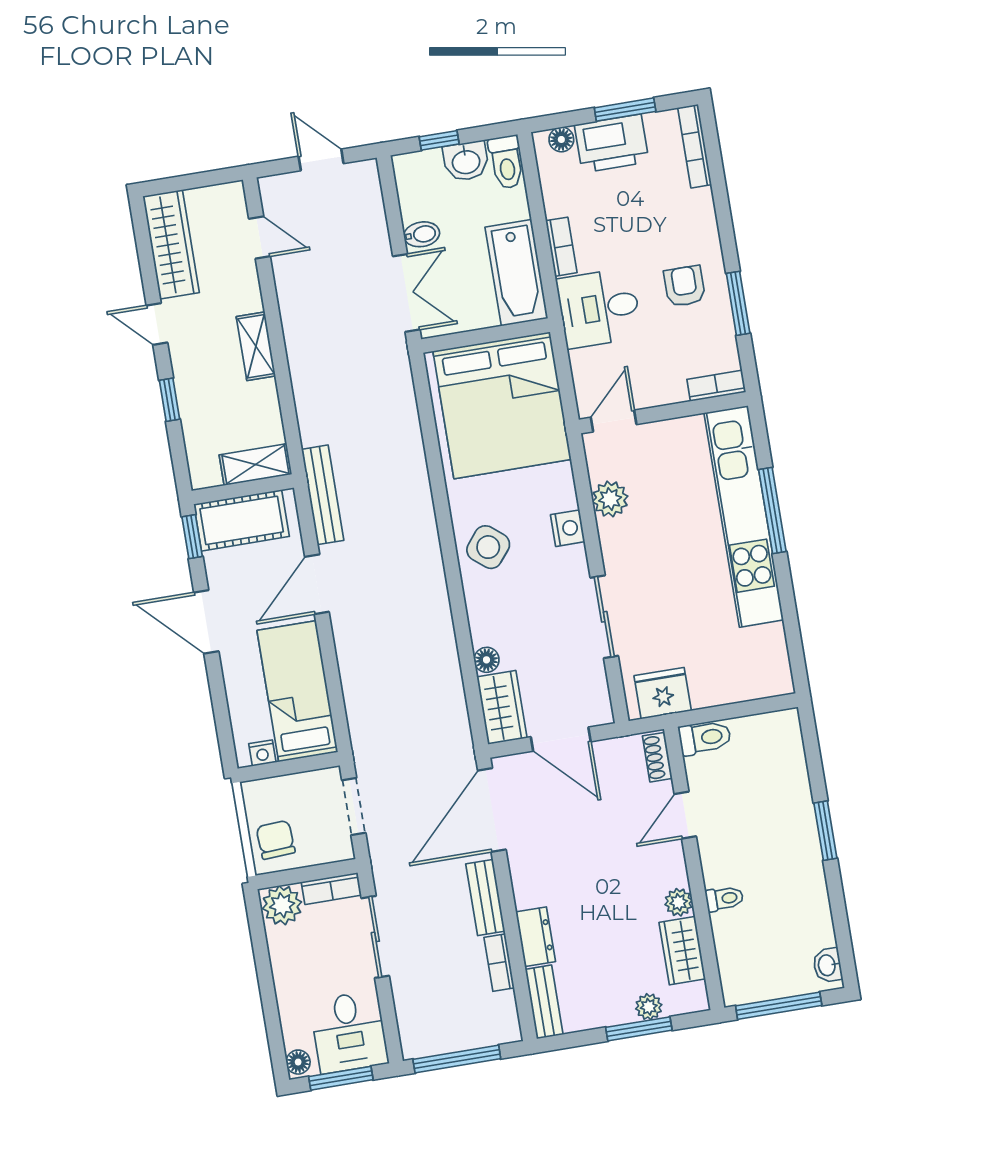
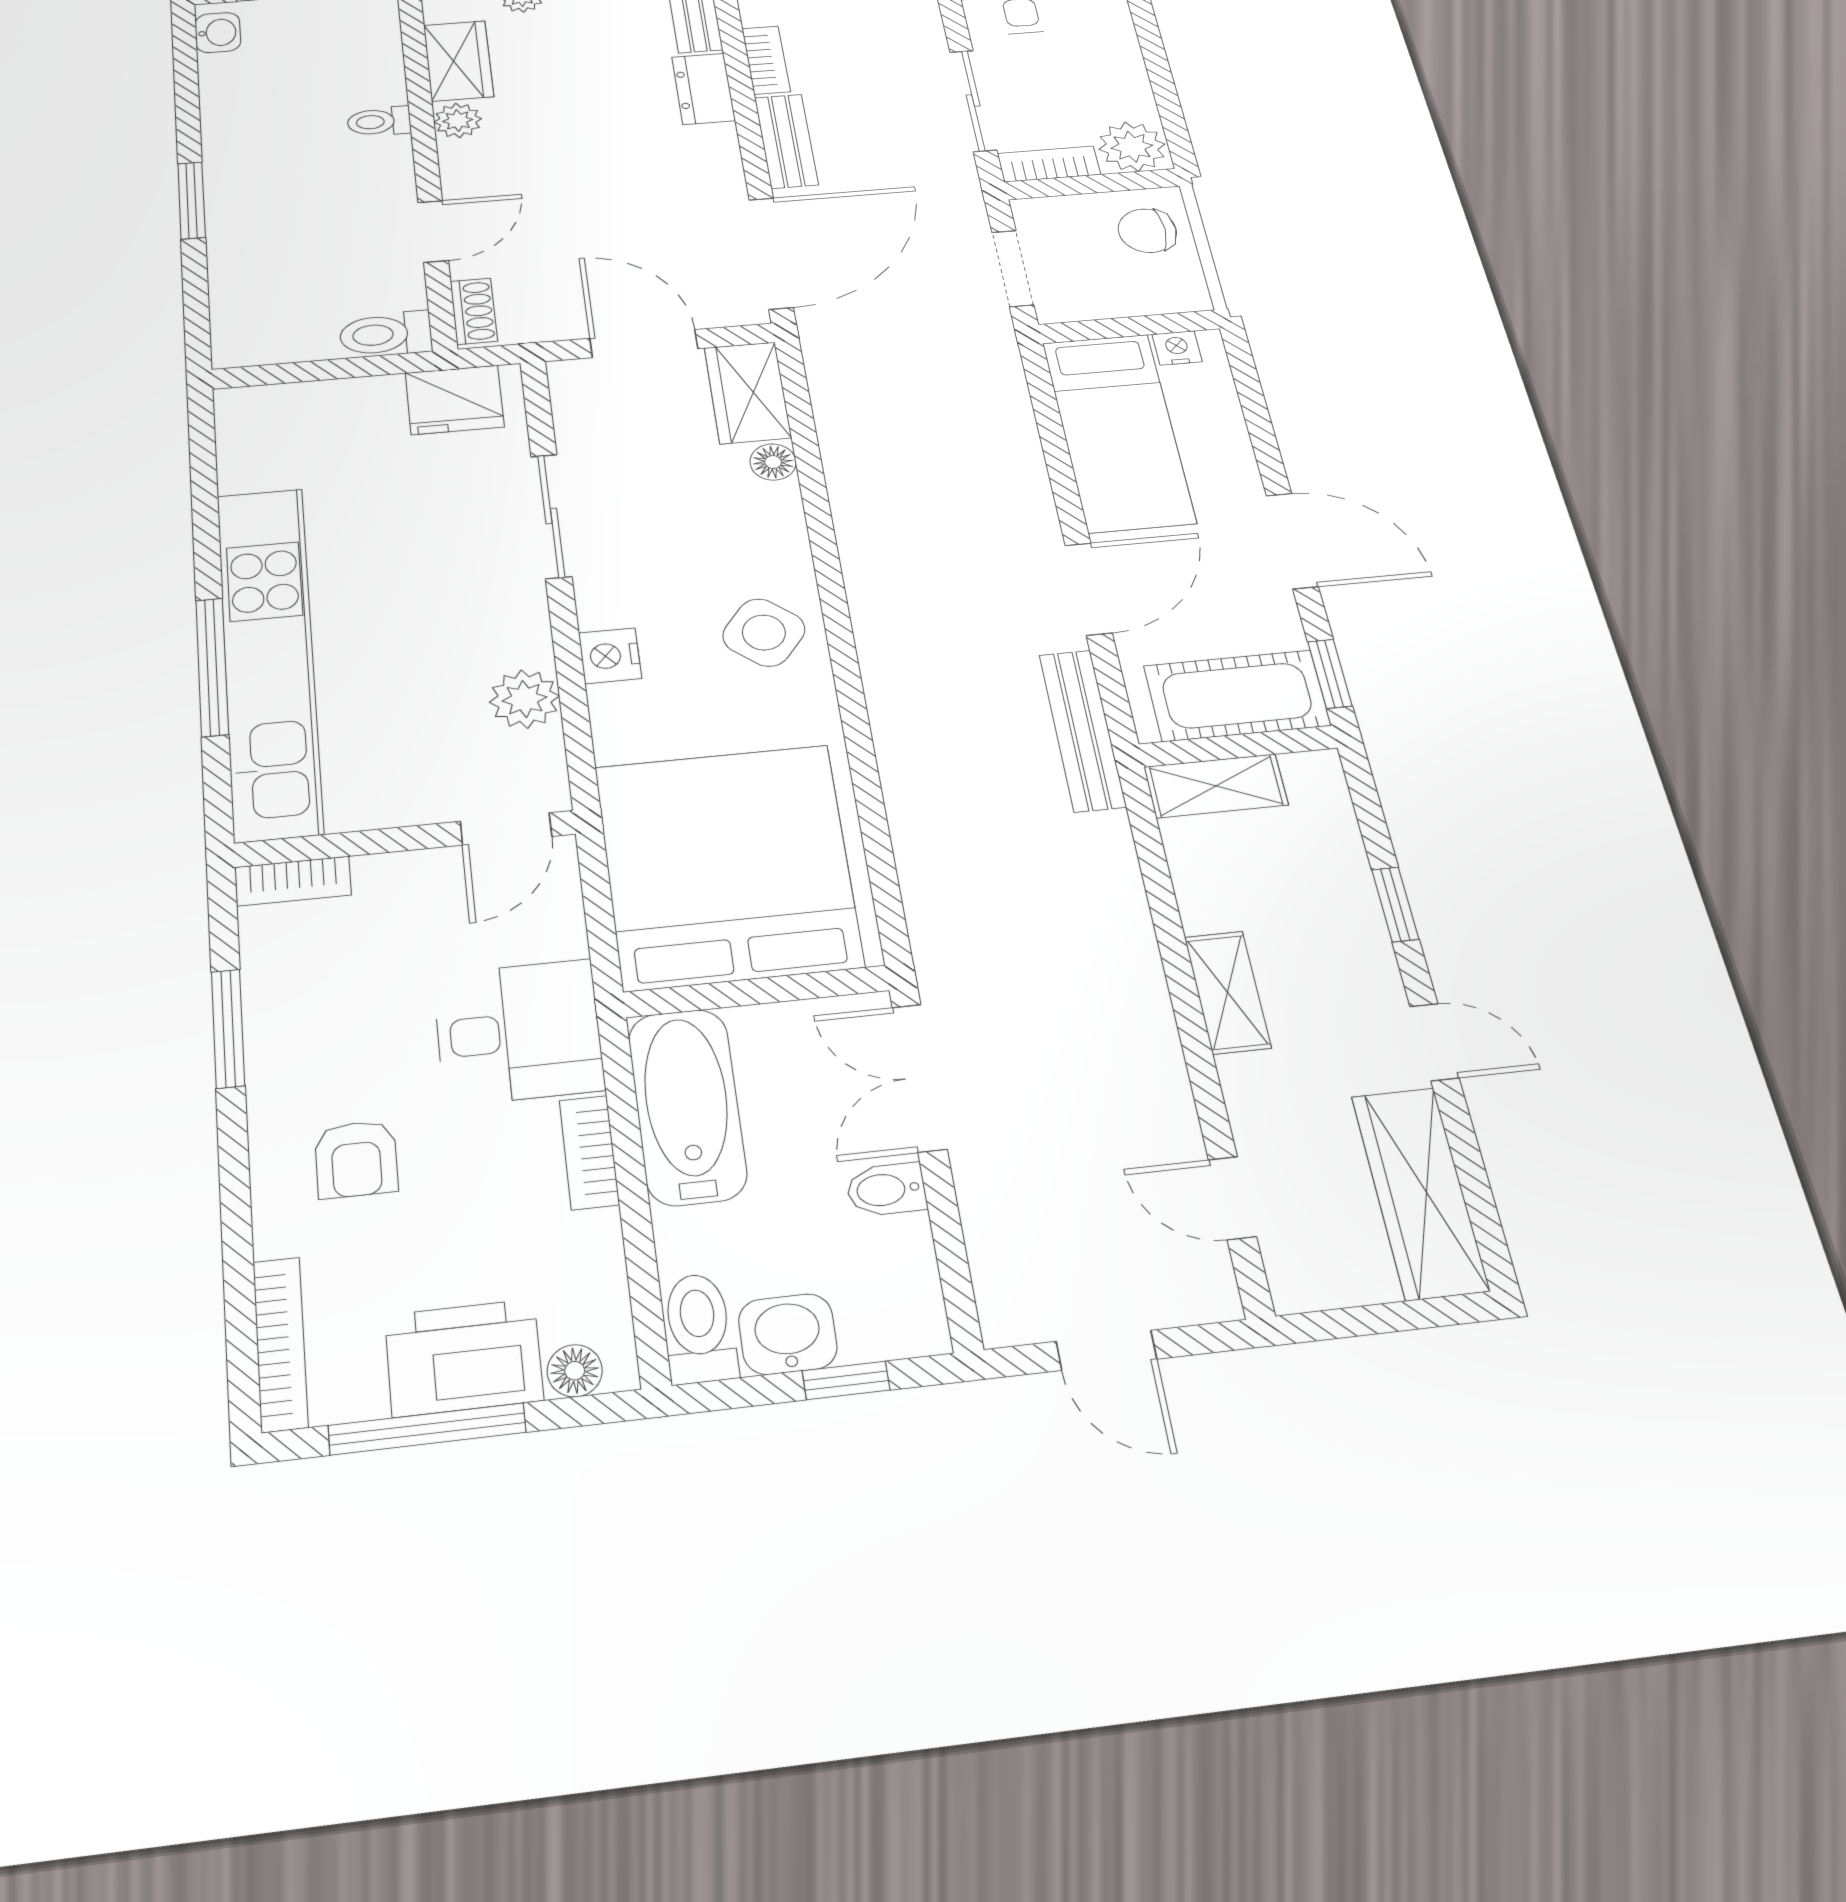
window: (625, 110) -> (427, 1429), width x1.44
armchair: (685, 286) -> (356, 1159), moved
chair: (276, 840) -> (1147, 231), turned 93

